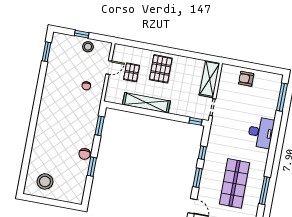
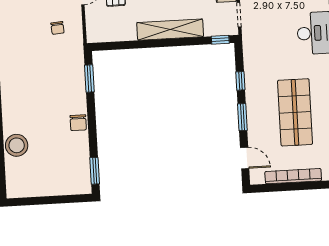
shelving: (146, 103) -> (170, 30), moved
window: (92, 167) -> (95, 171), moved
stool: (45, 181) -> (17, 145), moved

